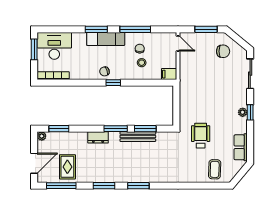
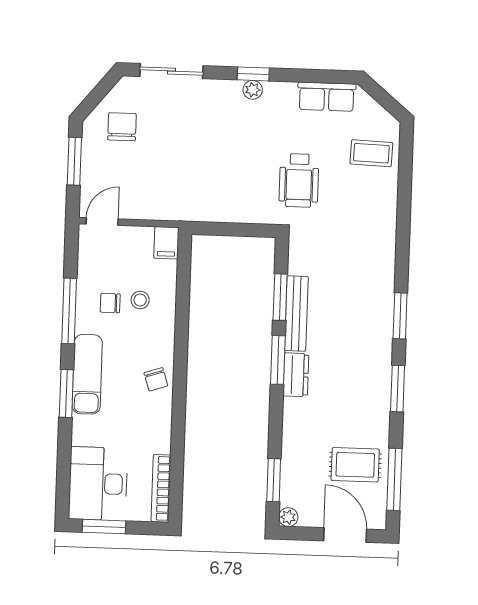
window: (113, 83) -> (180, 361), removed
wheelchair: (201, 136) -> (299, 180), turned -90
dresser: (98, 137) -> (296, 375), moved

